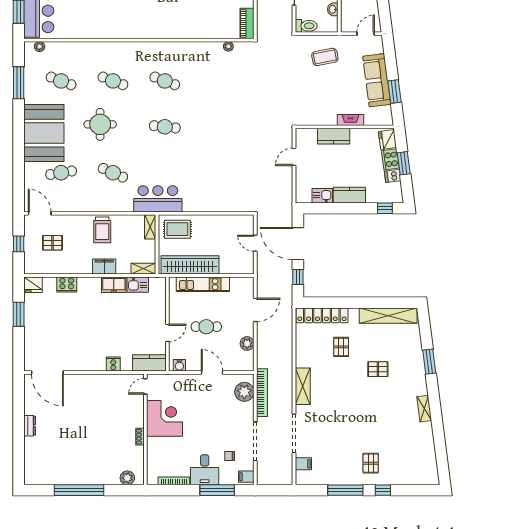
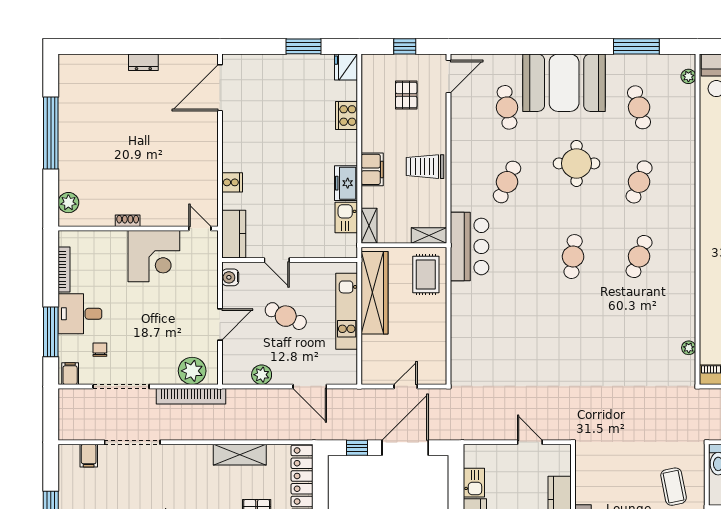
cafe table: (61, 81) -> (639, 107), turned -36
cafe table: (206, 327) -> (286, 316), turned -65
shelving: (303, 386) -> (240, 455), moved

